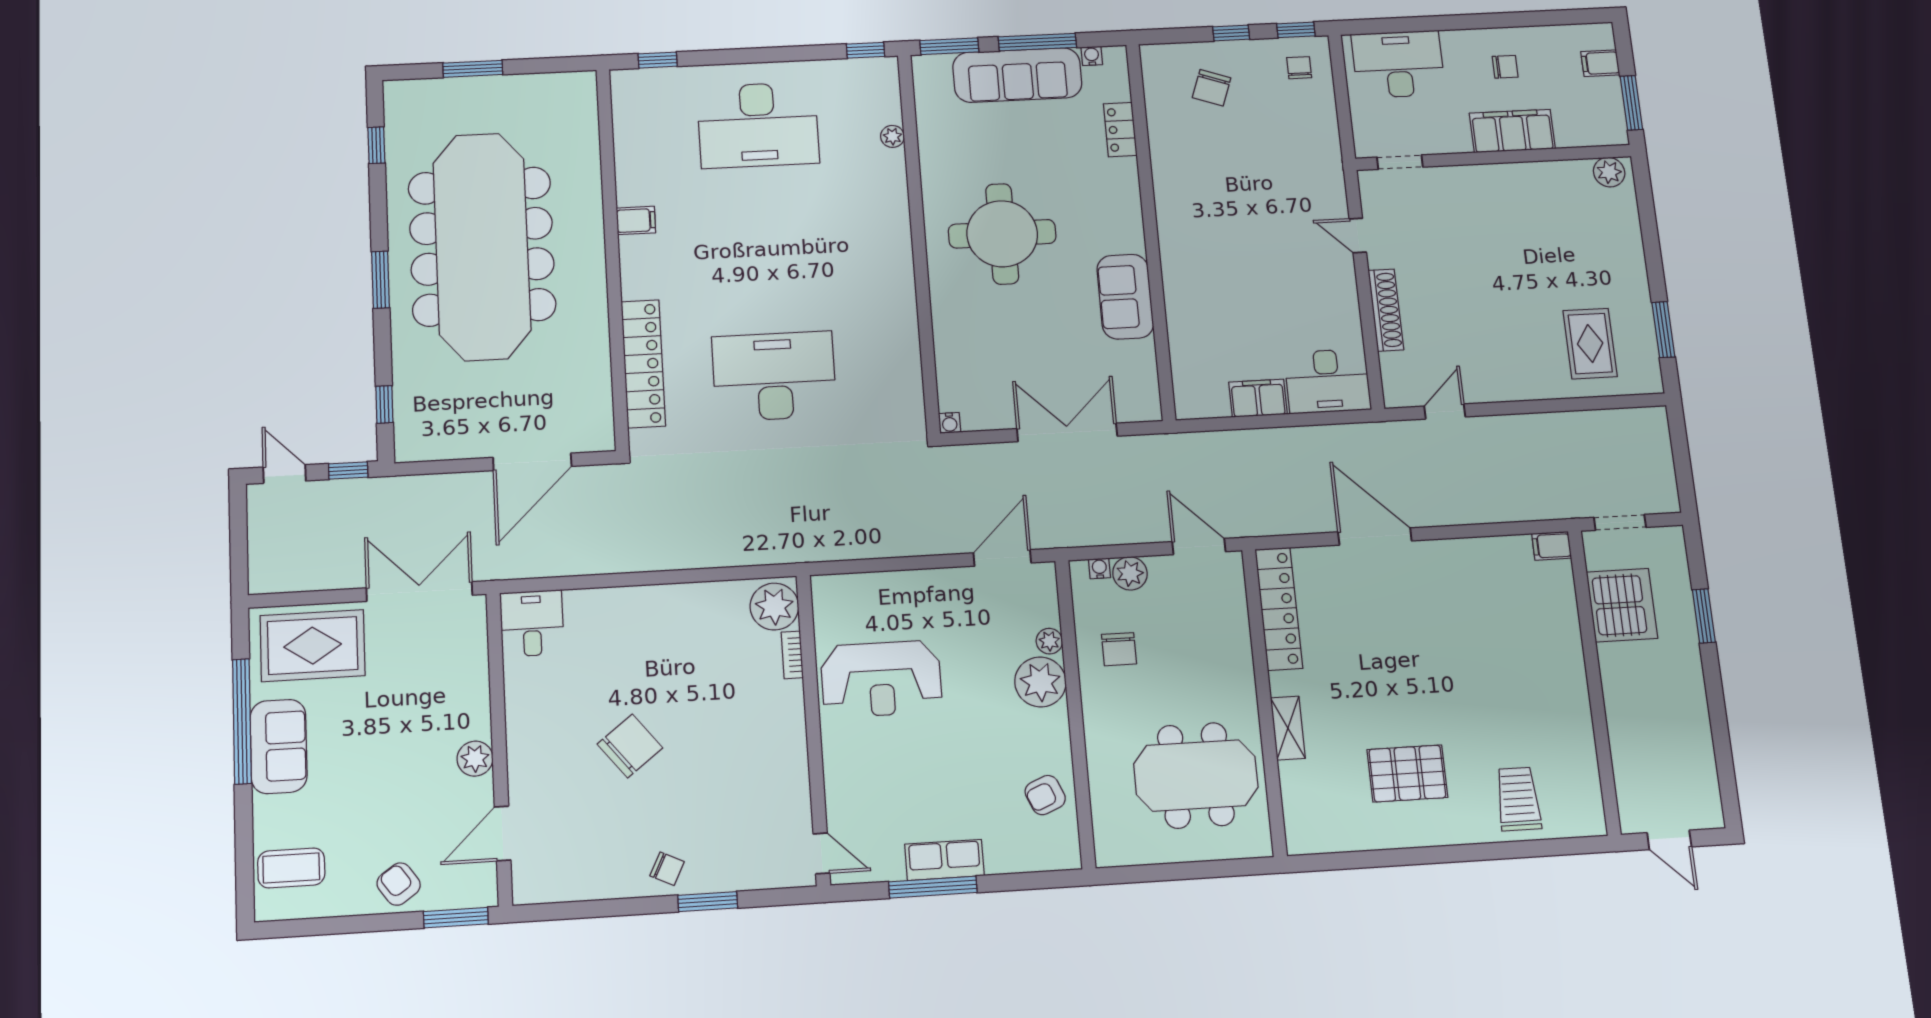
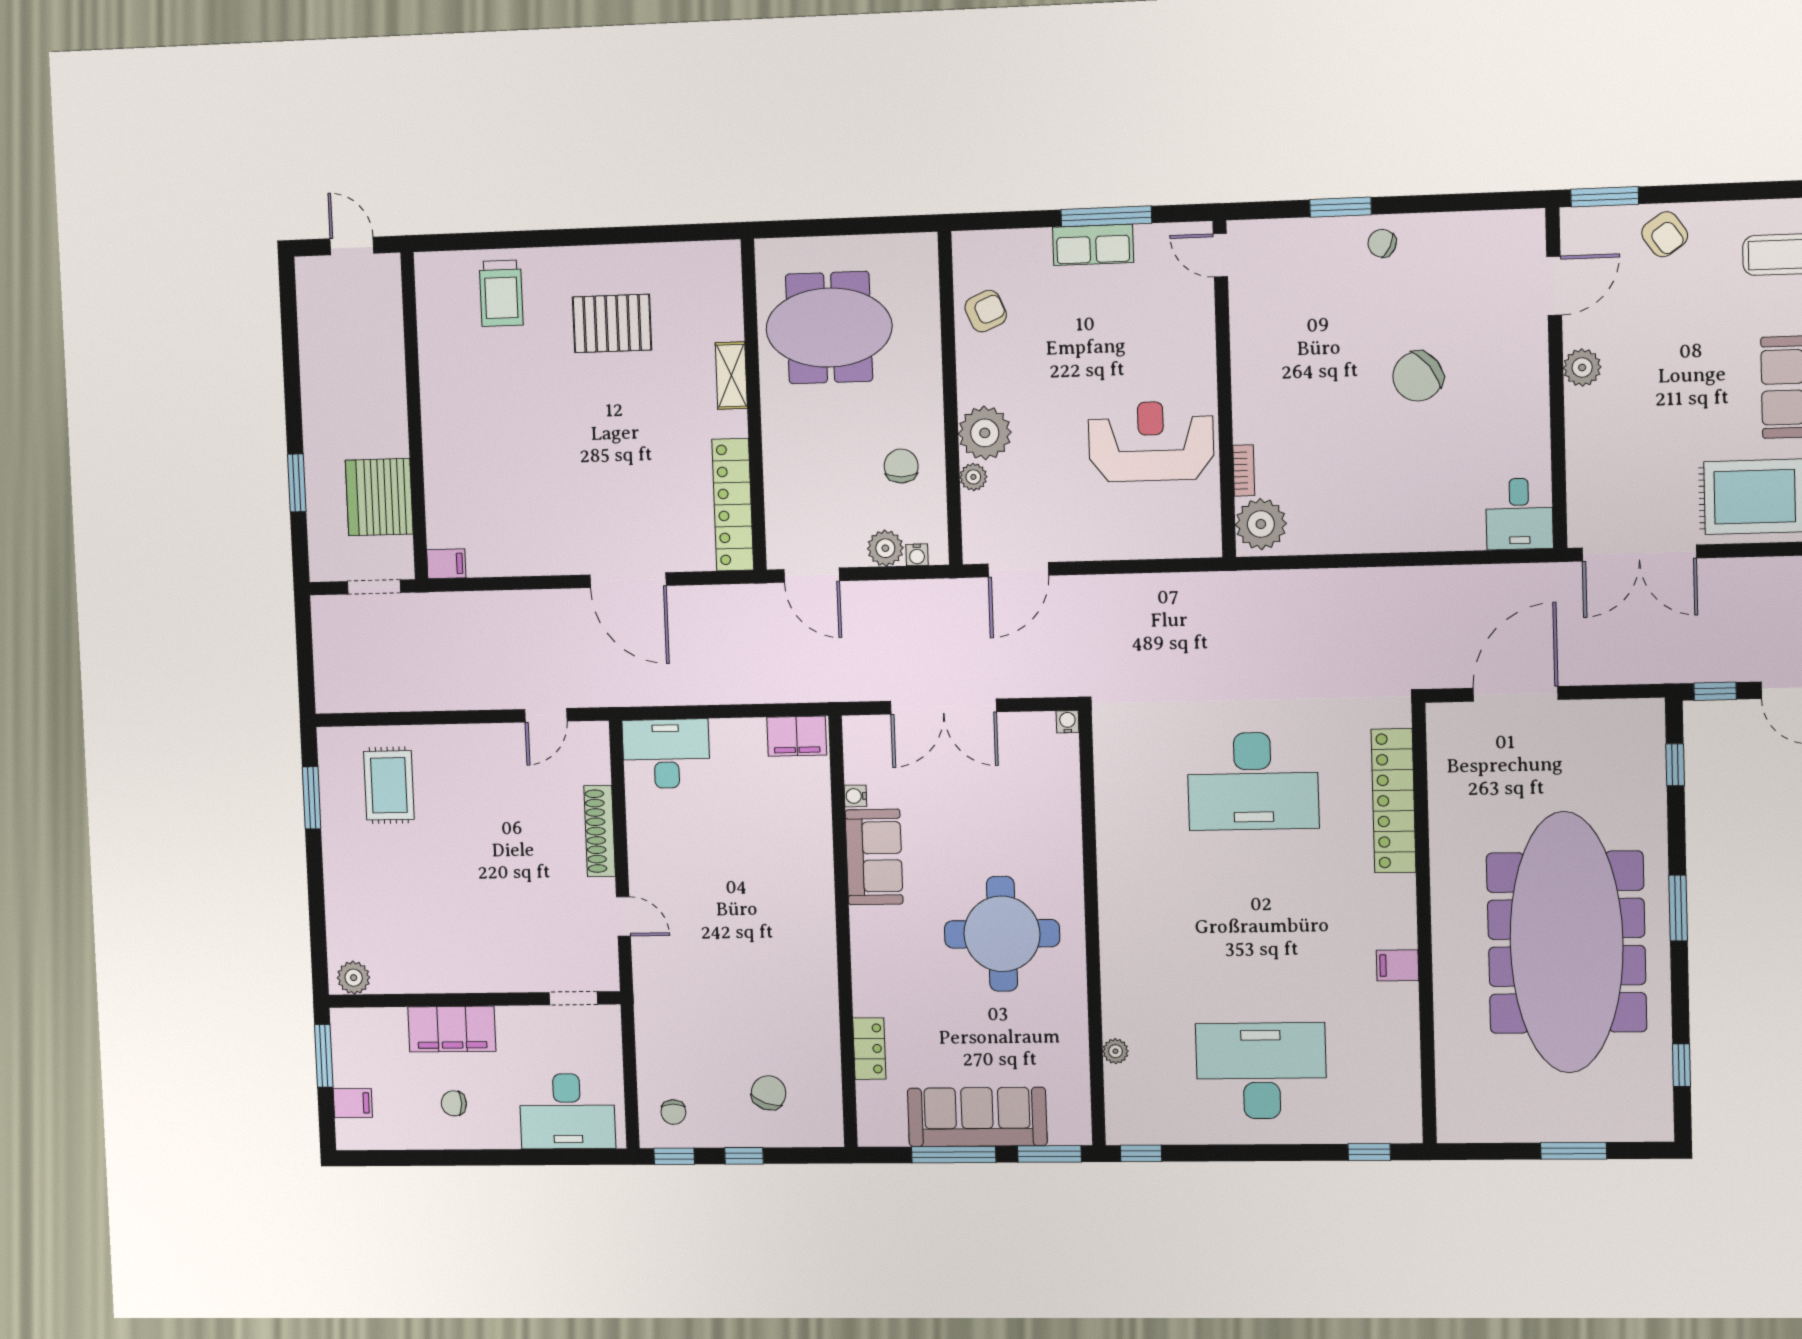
water cooler: (1092, 56) -> (855, 796), moved, turned 90
filing cabinet: (1258, 398) -> (797, 736), moved

